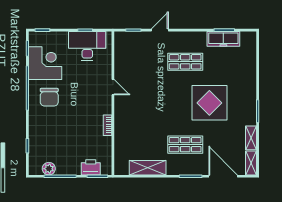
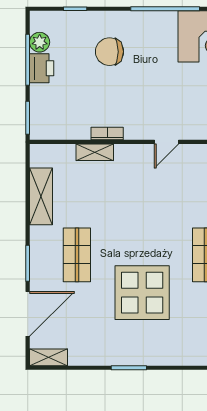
chair: (49, 97) -> (110, 52), moved
shelving: (251, 138) -> (95, 152), moved
printer: (91, 167) -> (42, 68), moved

